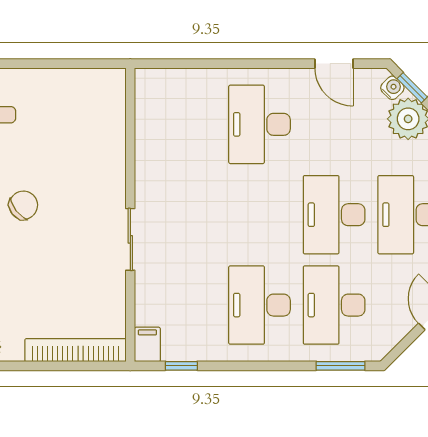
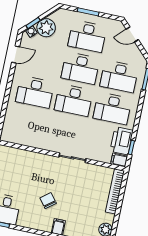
desk: (259, 215) -> (74, 100), added
printer: (192, 341) -> (122, 141), added

